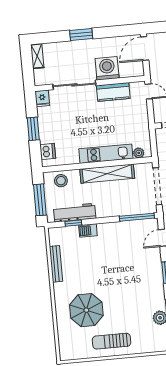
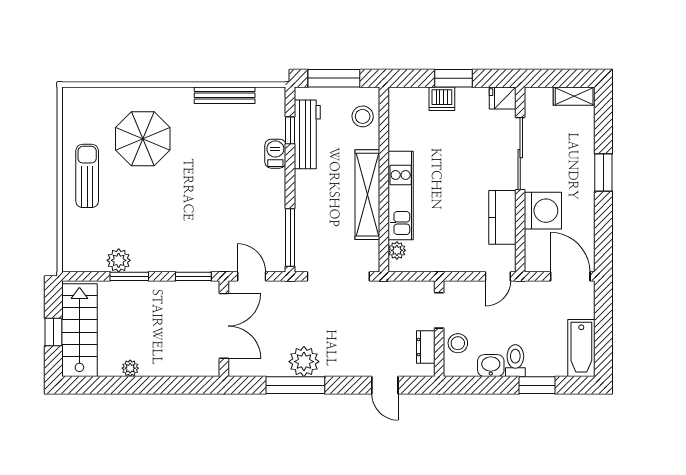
dishwasher: (48, 152) -> (442, 99), moved

